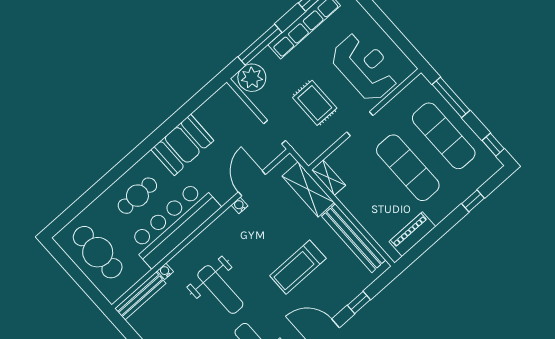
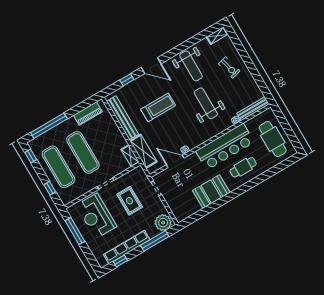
window: (395, 35) -> (75, 231), added
window: (451, 97) -> (50, 188), width x0.46
door: (252, 183) -> (175, 161), swing flipped
window: (473, 201) -> (49, 126), width x3.17

